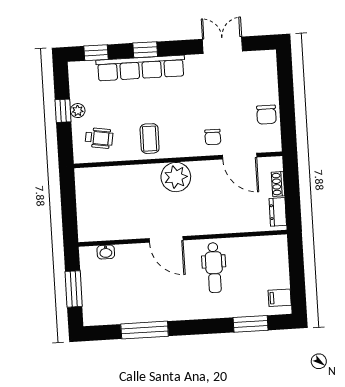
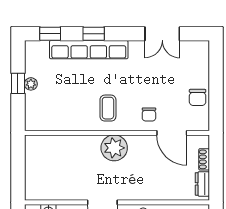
double door: (222, 45) -> (162, 34), swing flipped
wheelchair: (99, 138) -> (48, 109), removed
coffee table: (150, 139) -> (108, 108), moved

